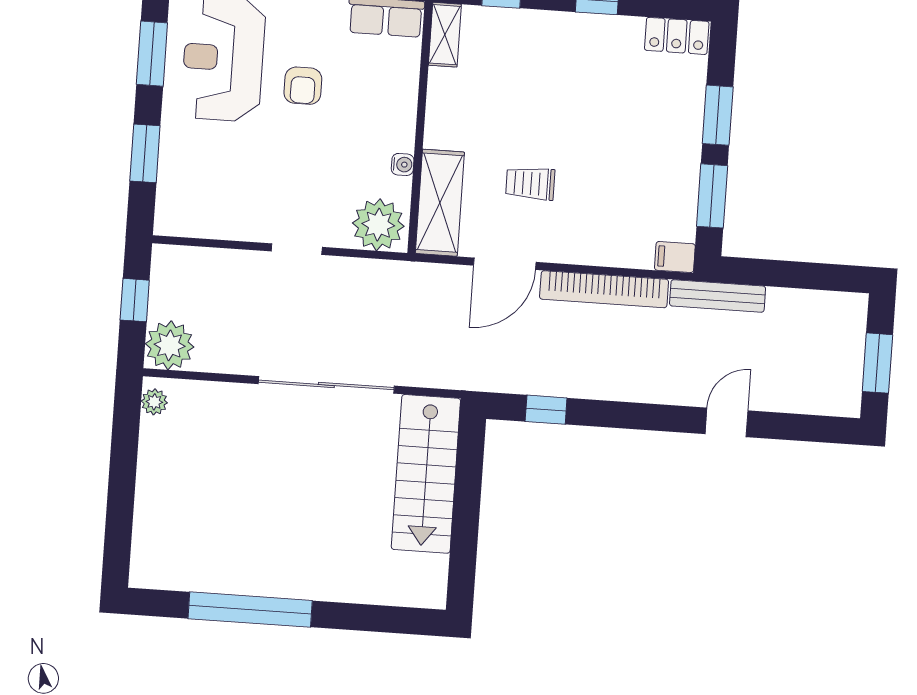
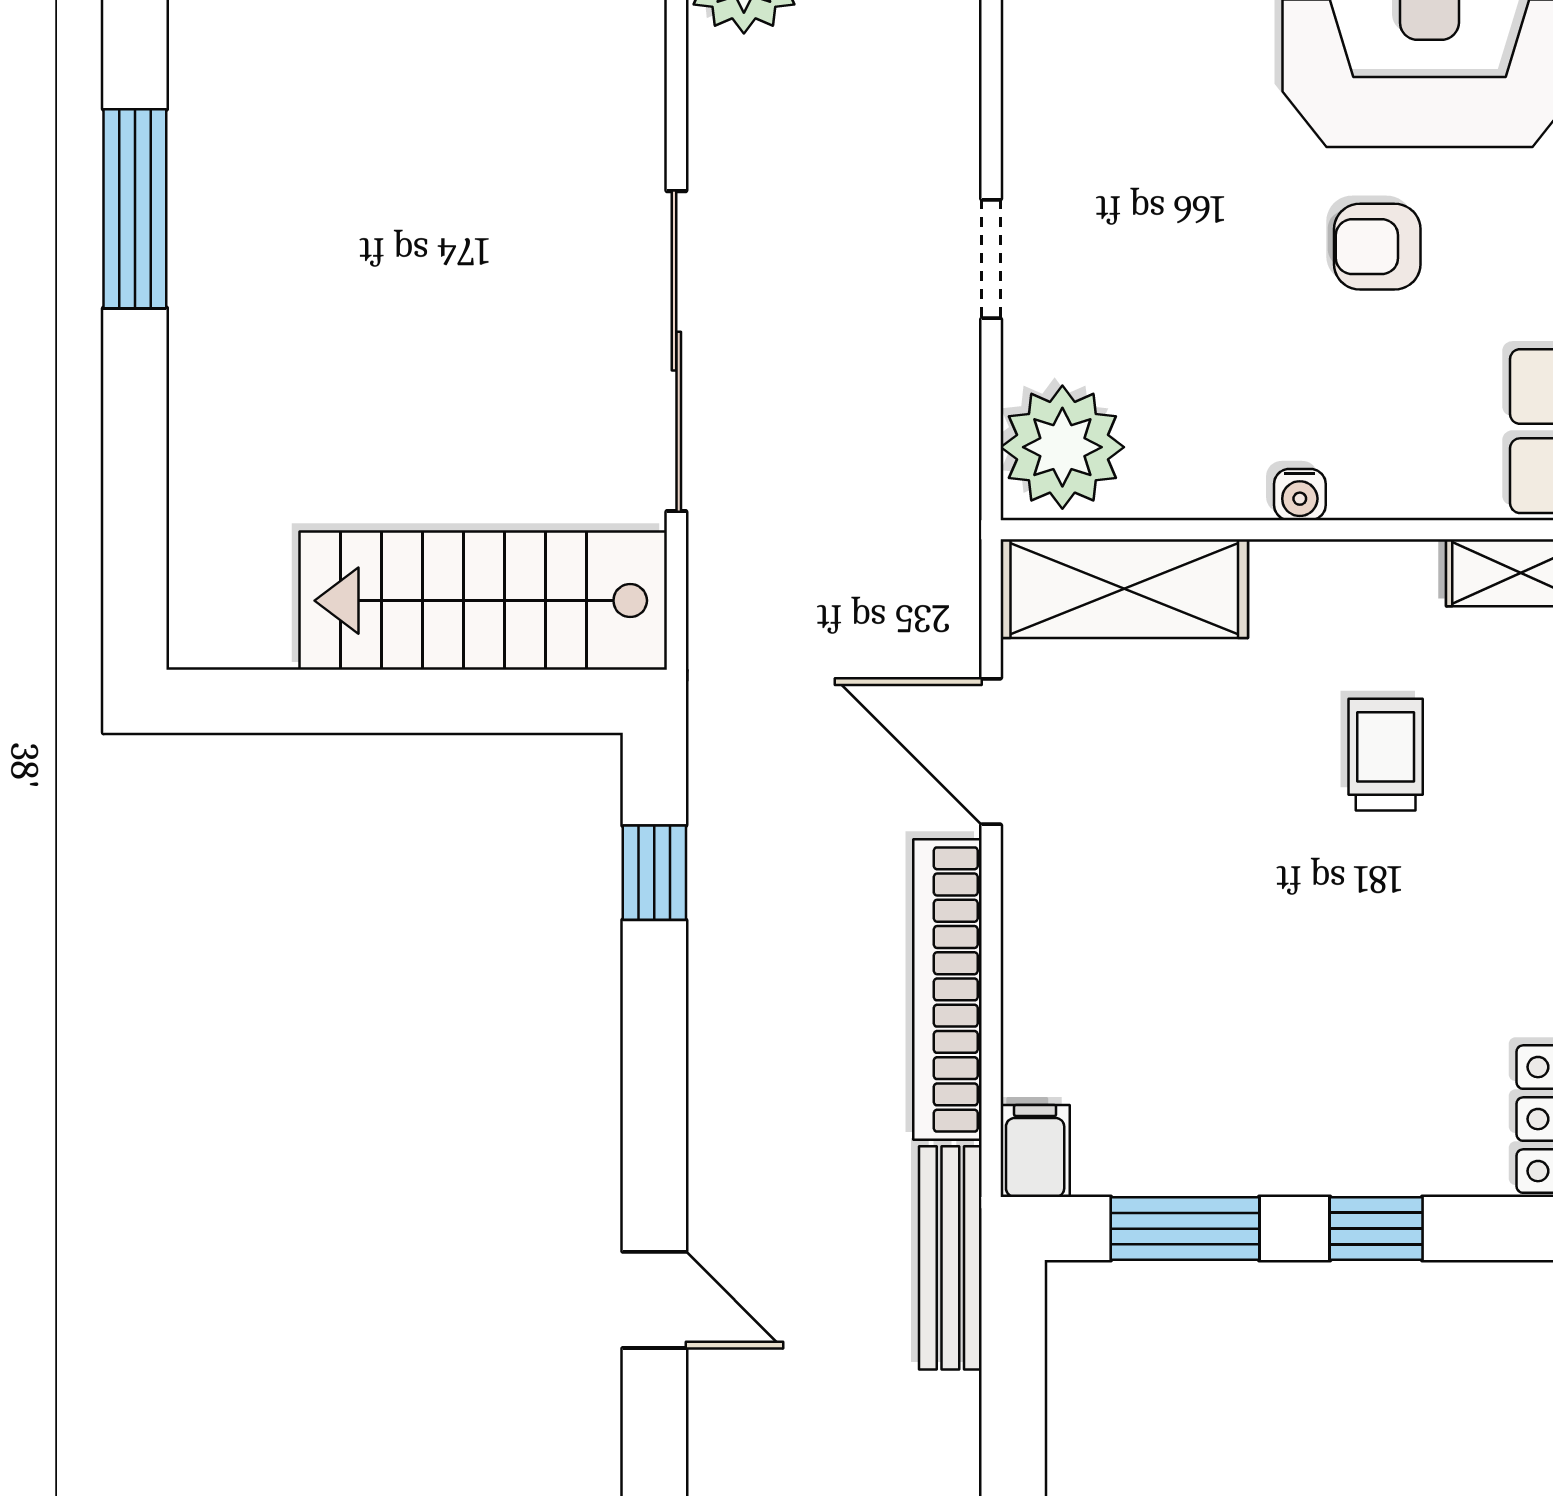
window: (718, 115) -> (1376, 1229), width x0.67
water cooler: (403, 164) -> (1300, 495), moved
trolley: (530, 183) -> (1386, 755), moved
window: (250, 610) -> (135, 209), width x0.68

